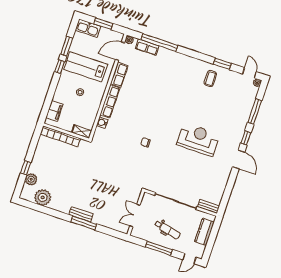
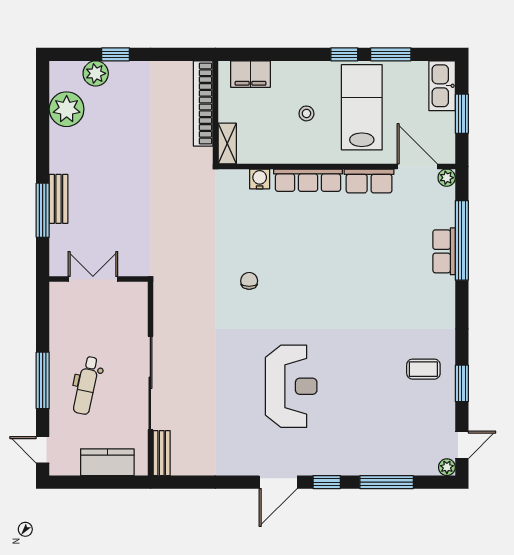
row of seats: (147, 47) -> (444, 251), moved
wall: (136, 213) -> (99, 279), moved
double door: (135, 216) -> (93, 279), moved

